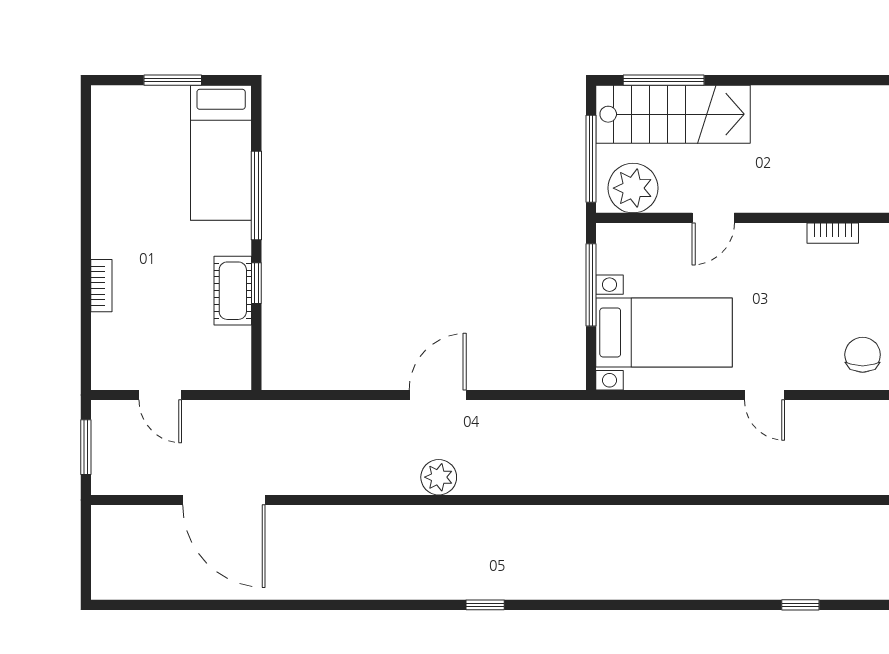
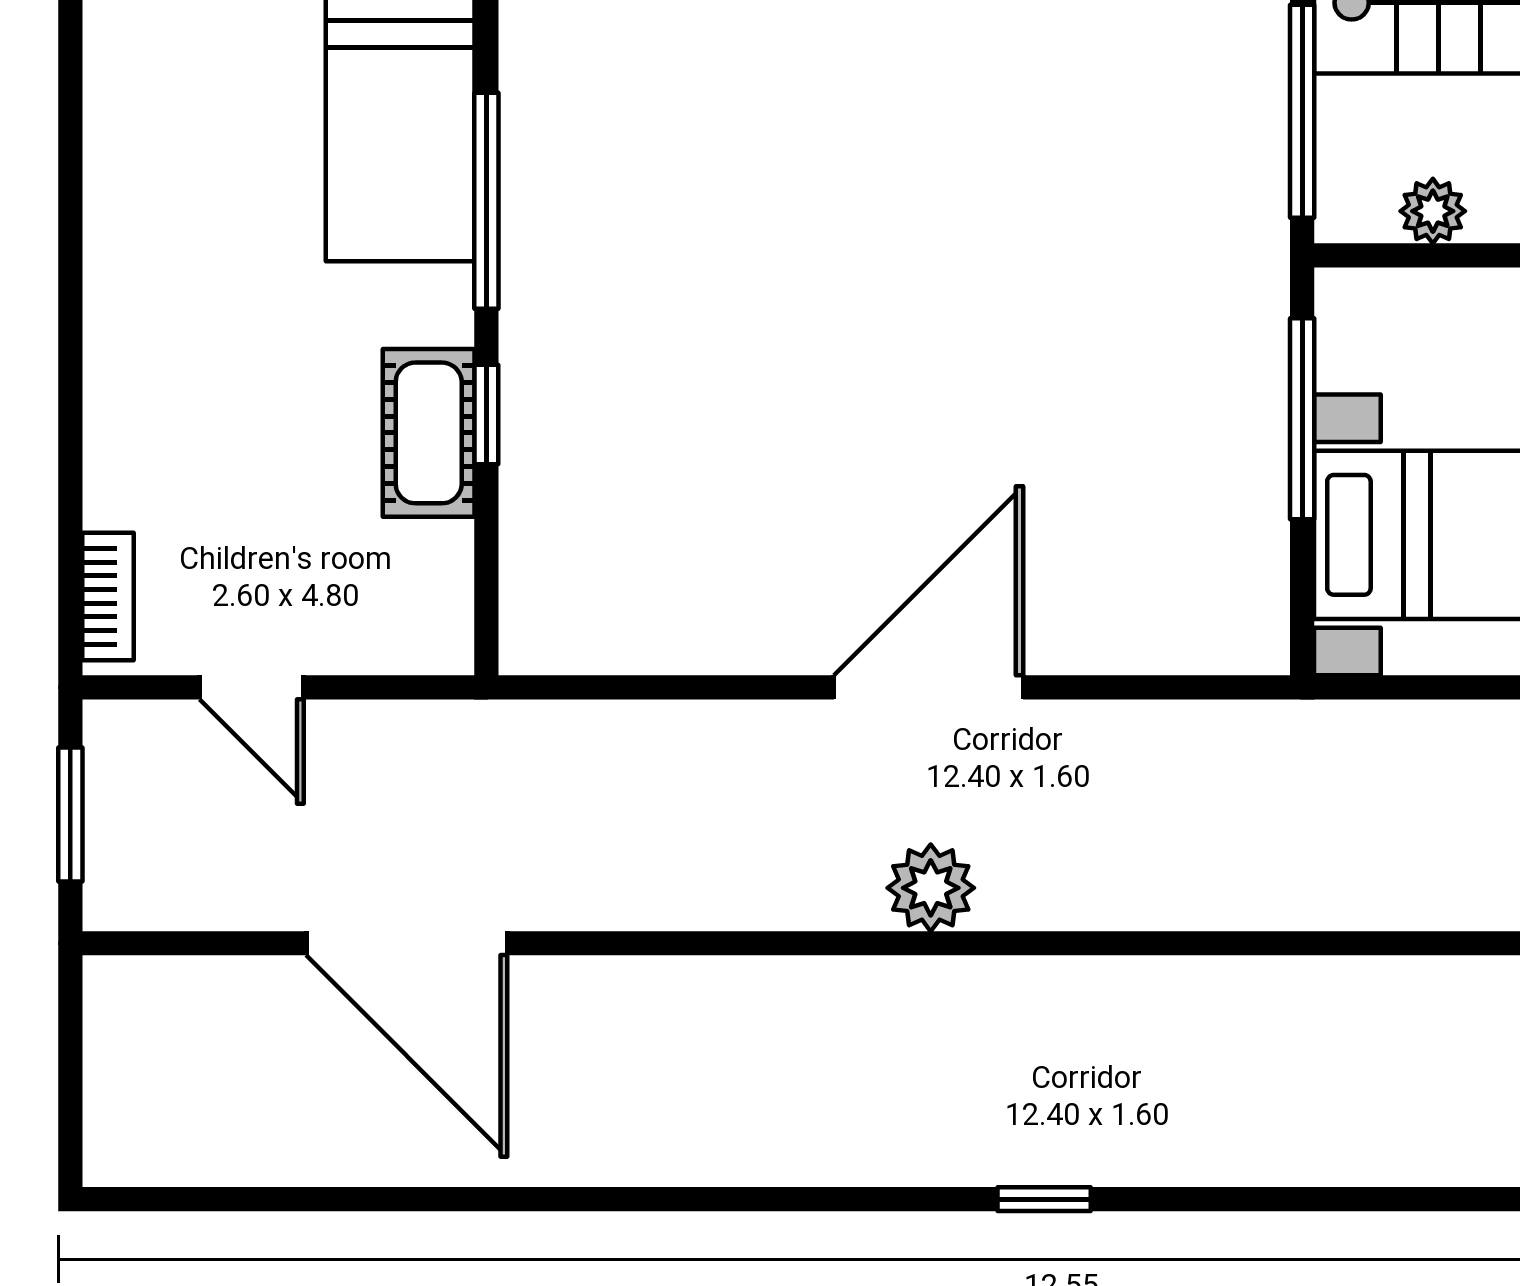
plant: (633, 188) -> (1433, 211), width x0.53, depth x0.53
bookcase: (101, 286) -> (108, 596), moved
door: (438, 395) -> (928, 687), width x1.36

